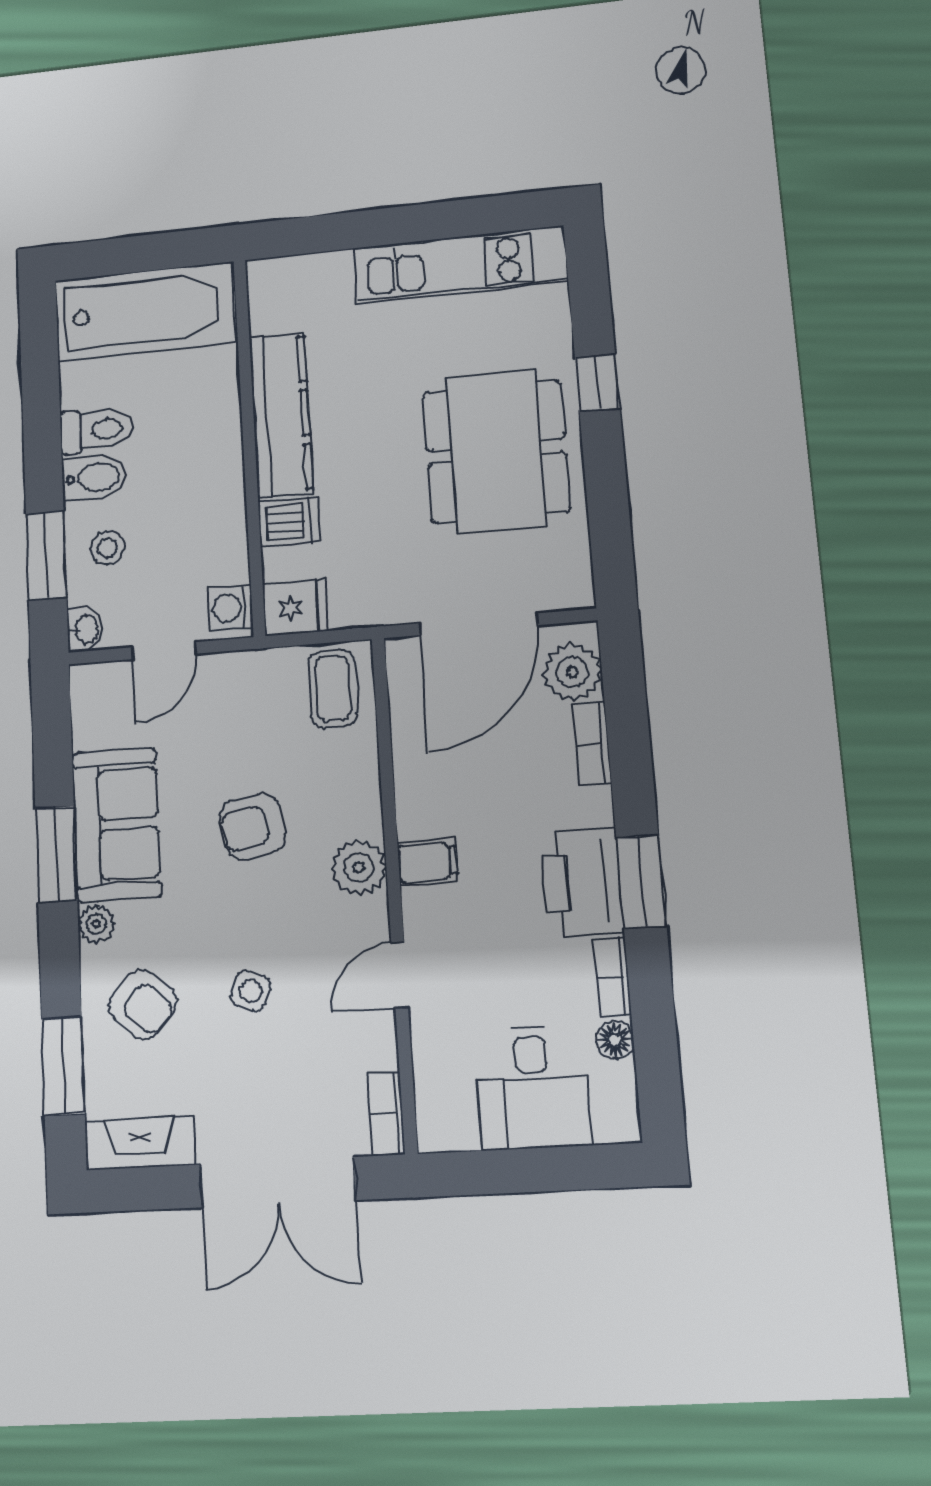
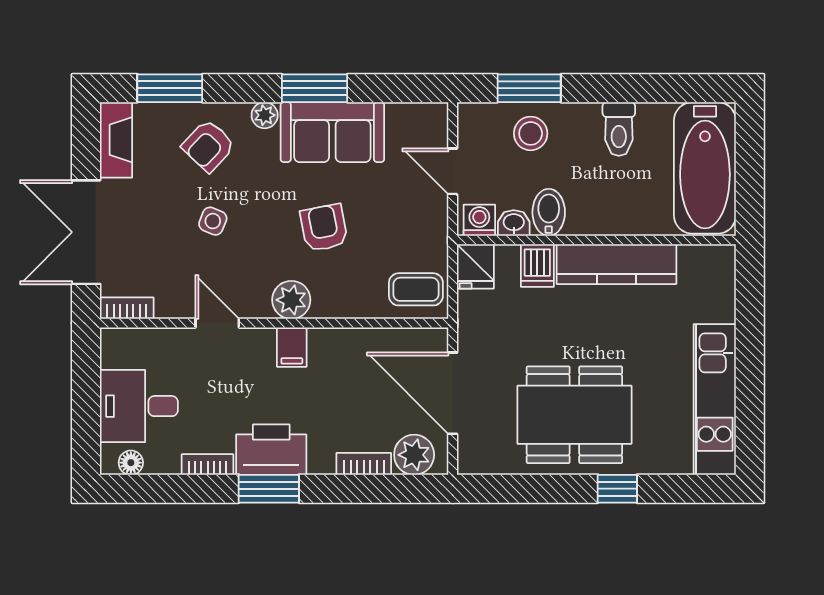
bidet: (94, 478) -> (549, 212), moved, turned 180
stool: (107, 548) -> (531, 133), width x1.37, depth x1.37
washbasin: (85, 629) -> (514, 223), moved, turned 180
floor lamp: (615, 1040) -> (131, 463), moved

